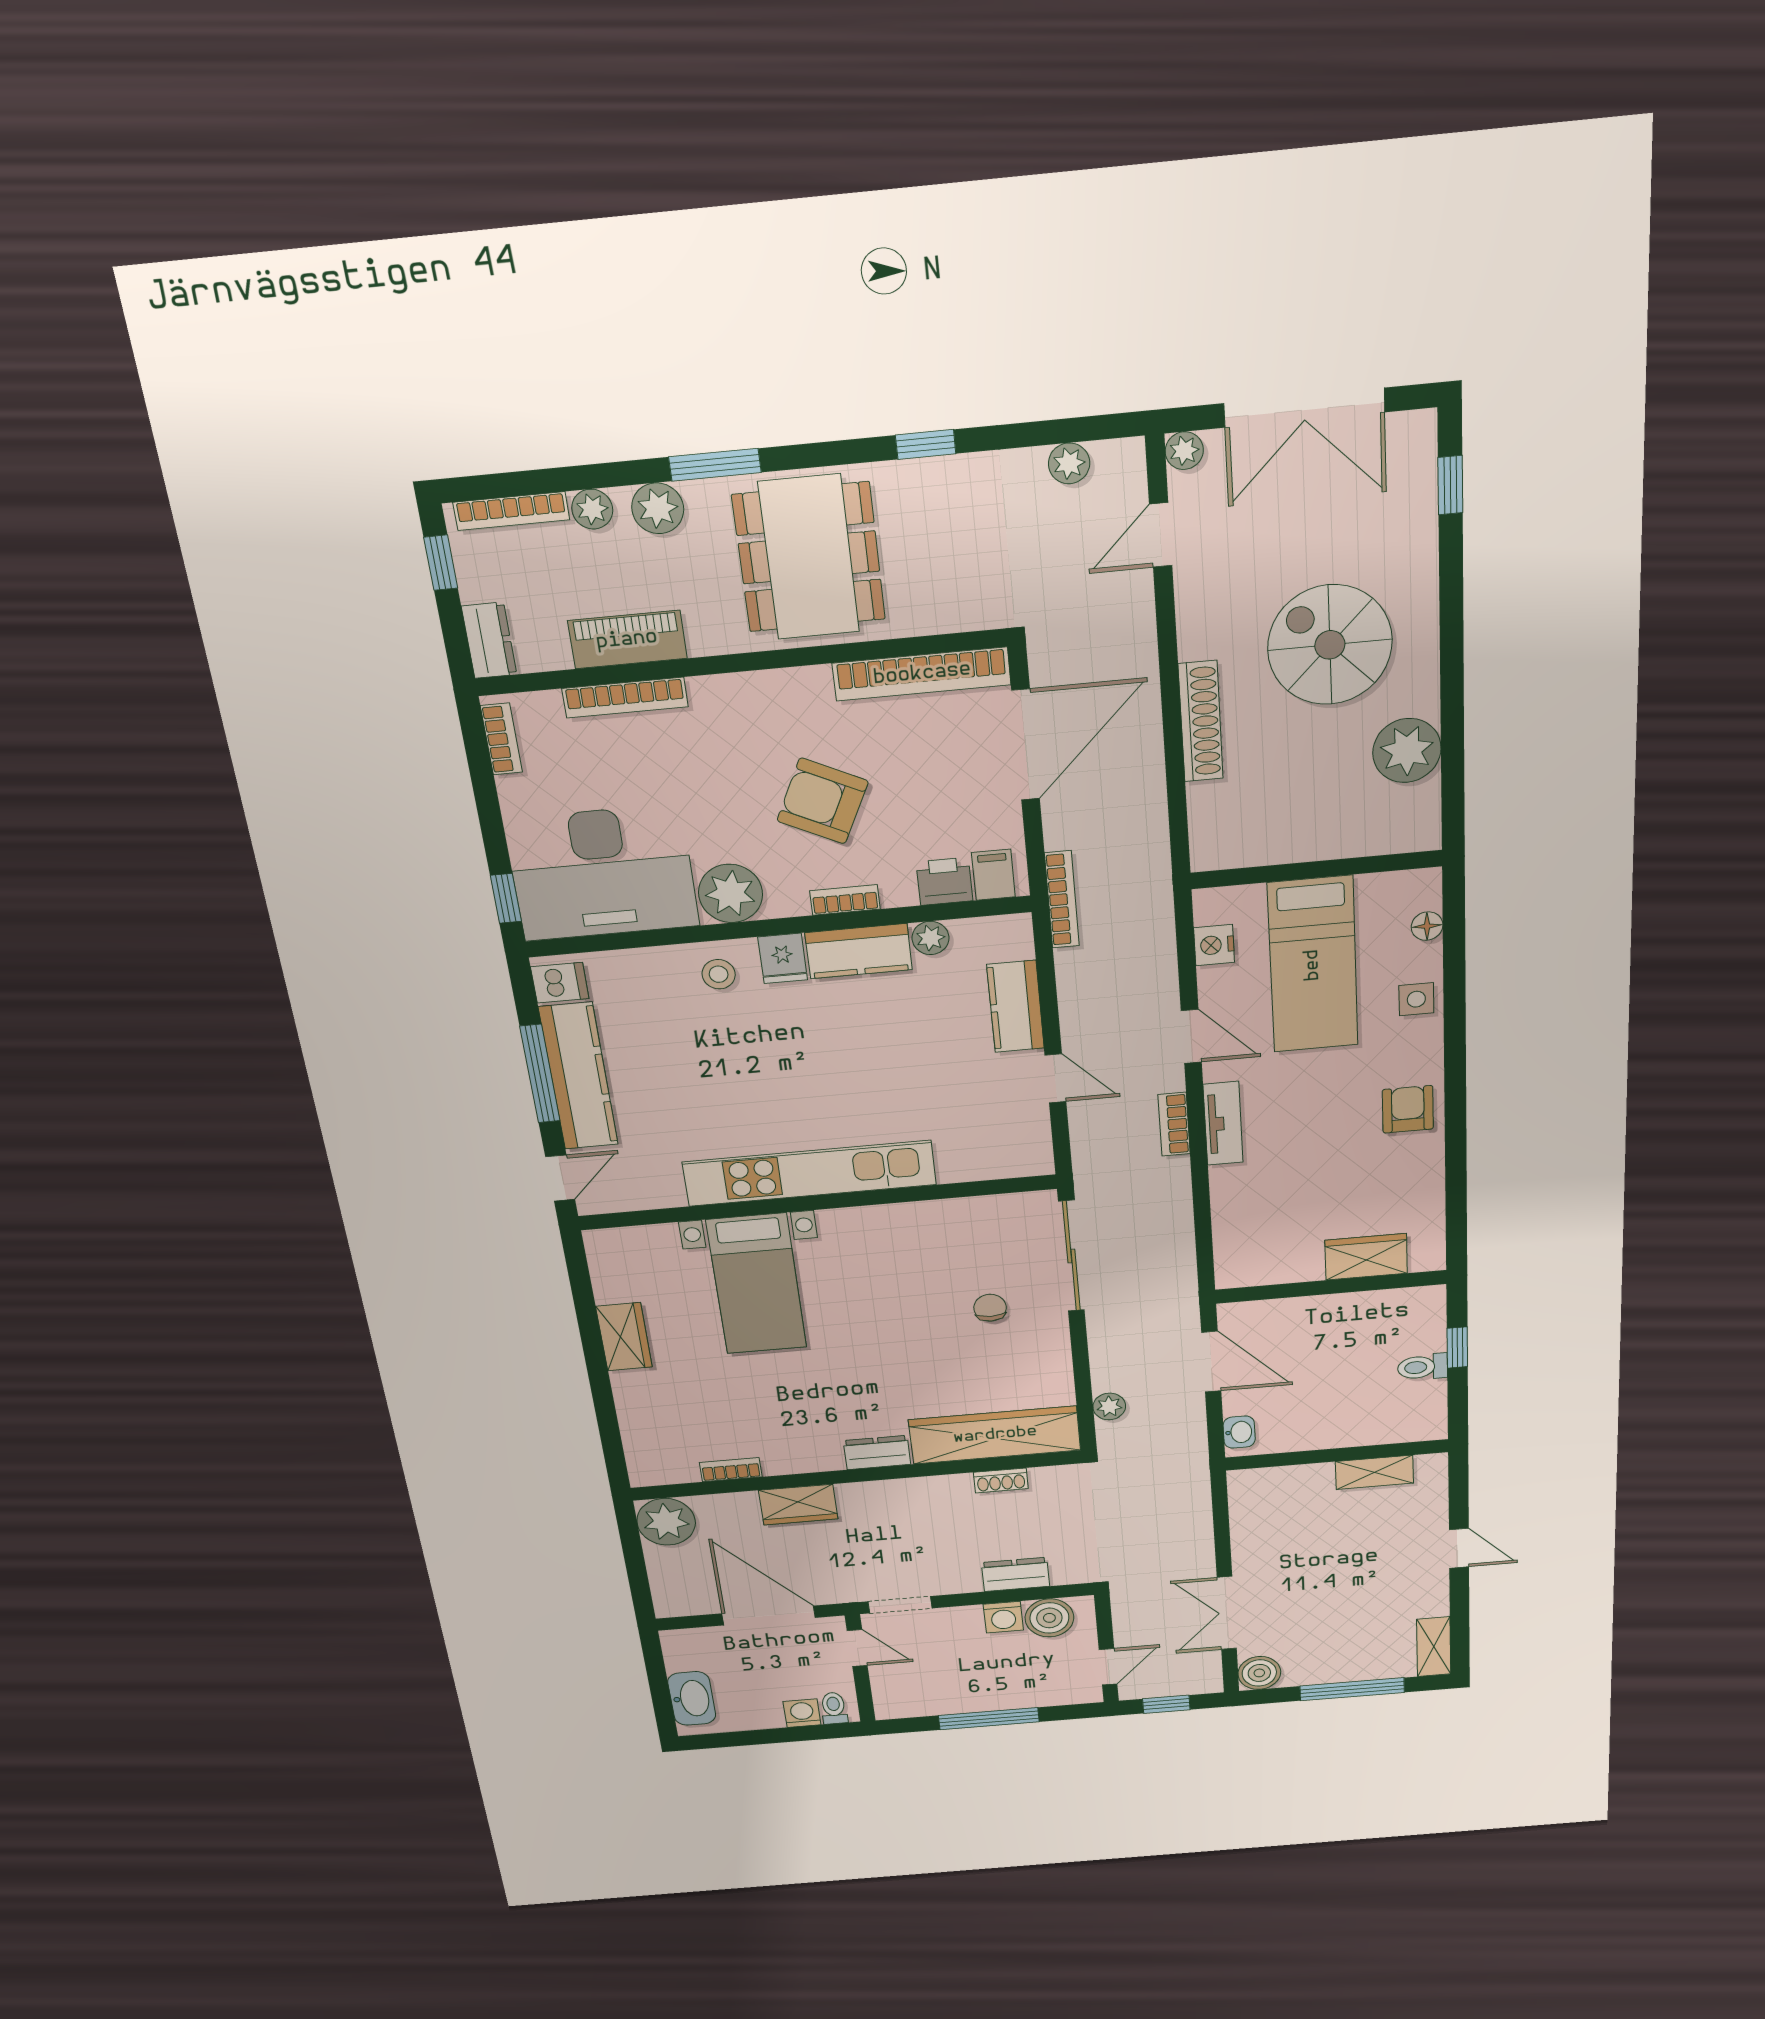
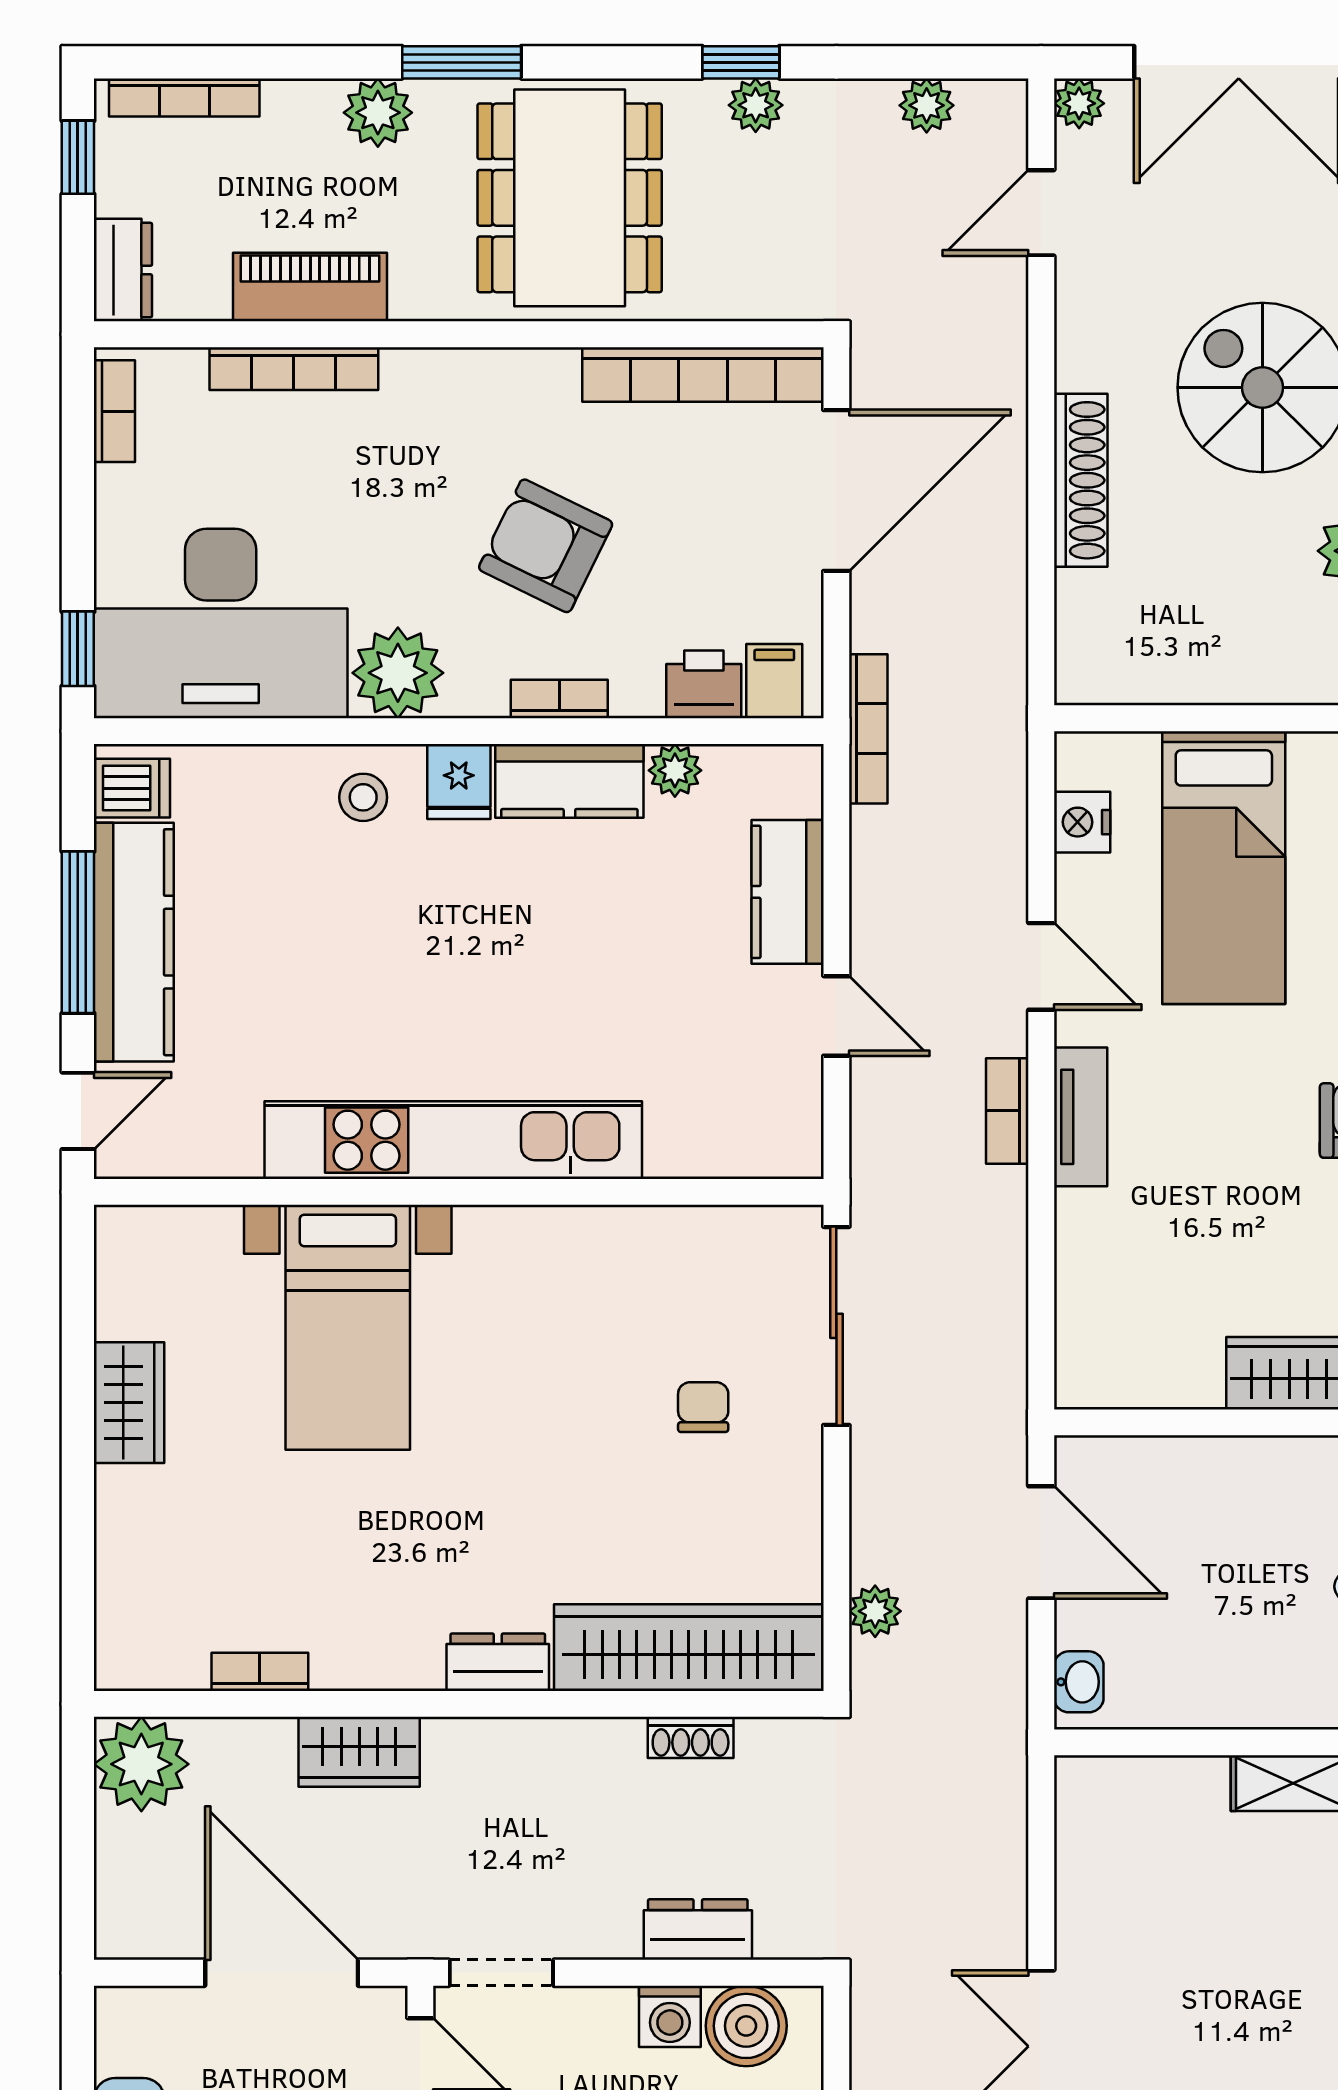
plant: (592, 509) -> (756, 105), moved

